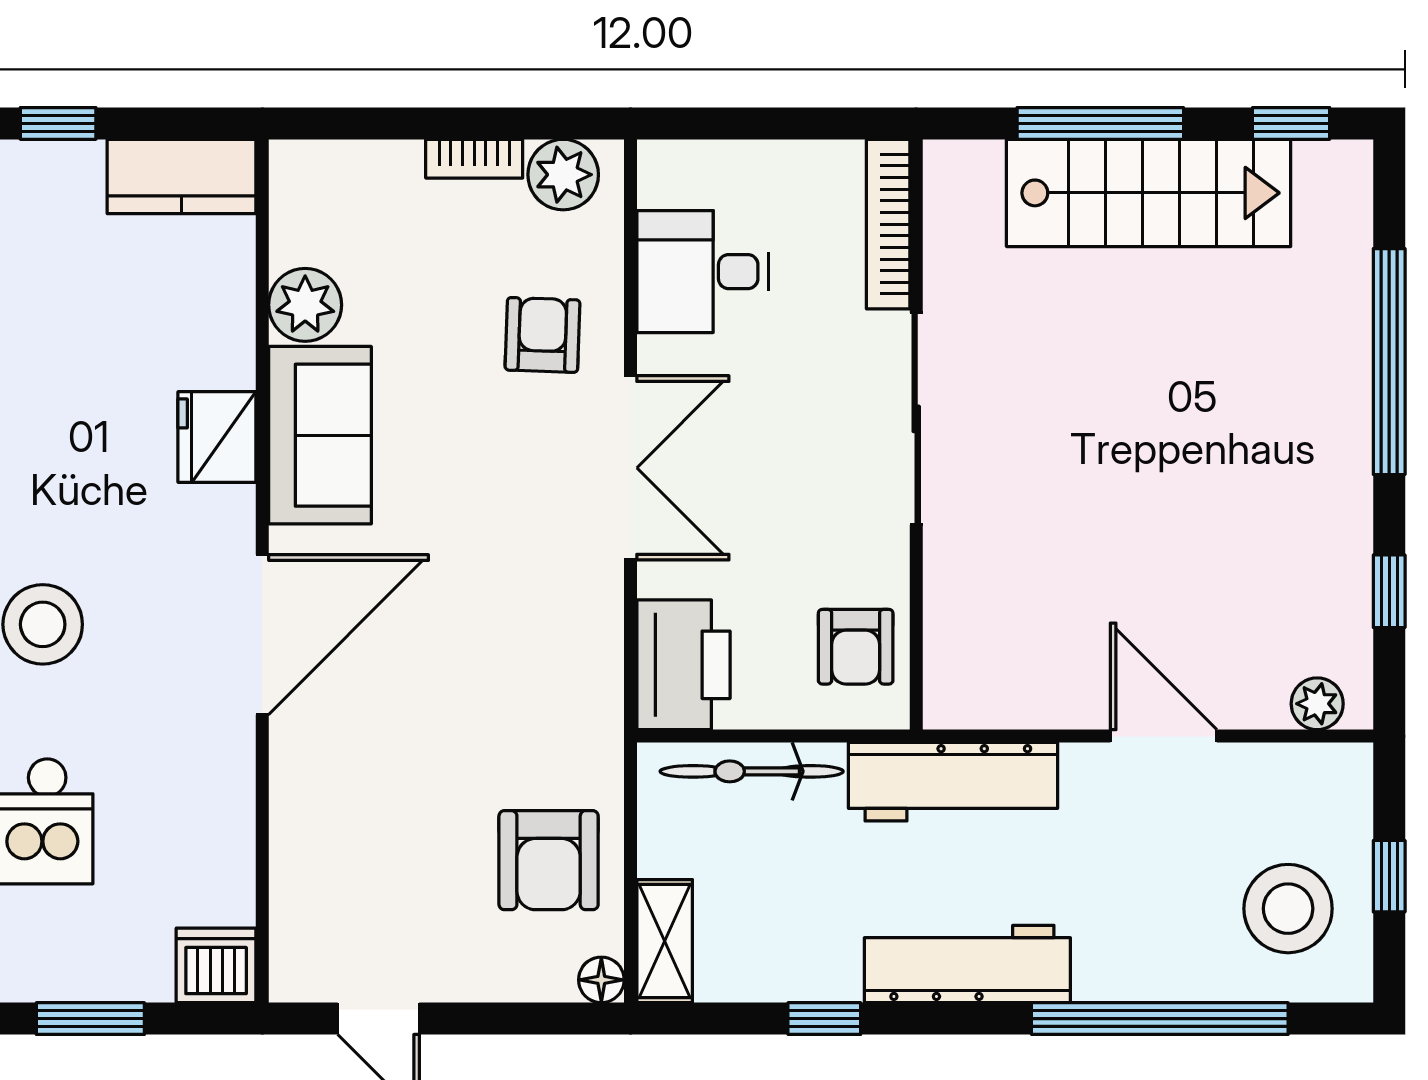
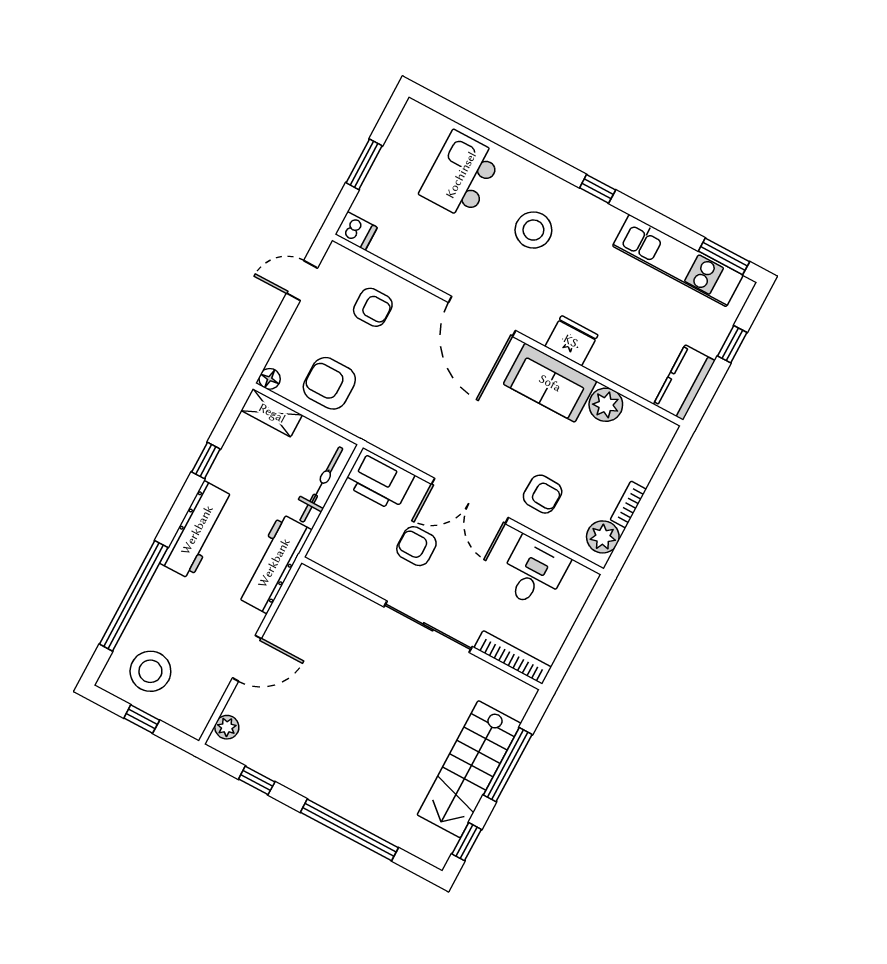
armchair: (856, 647) -> (416, 546), moved
armchair: (357, 854) -> (373, 307), added
dishwasher: (216, 965) -> (356, 231), width x0.73

